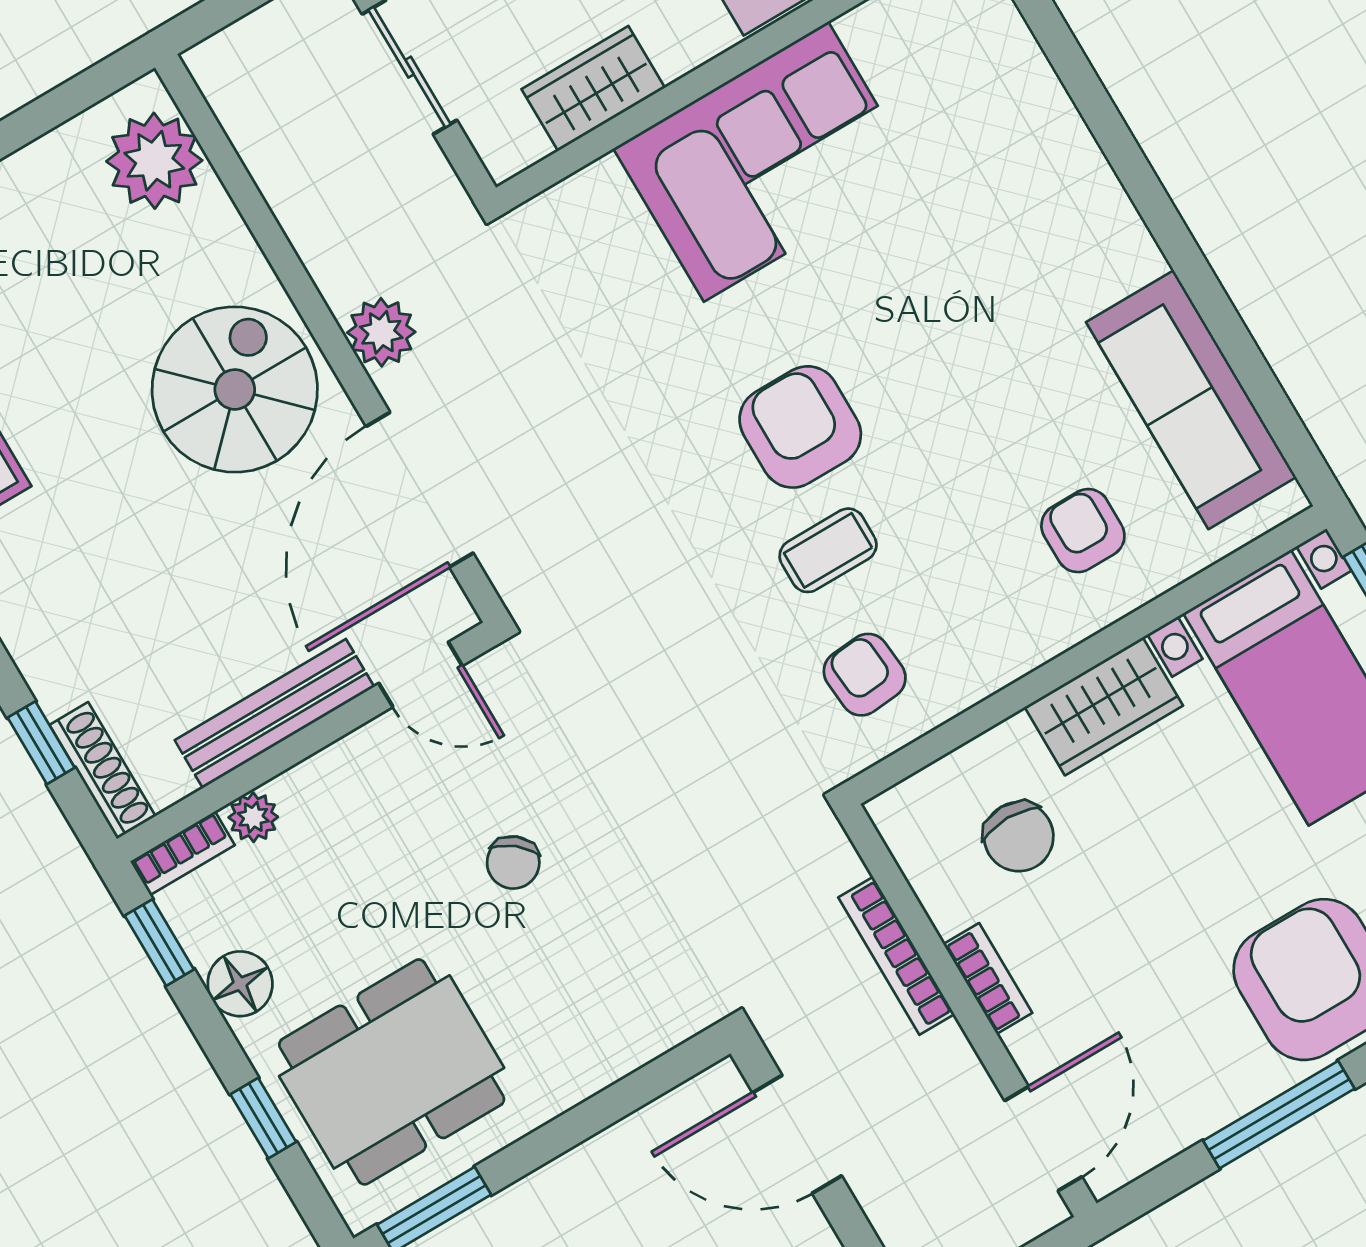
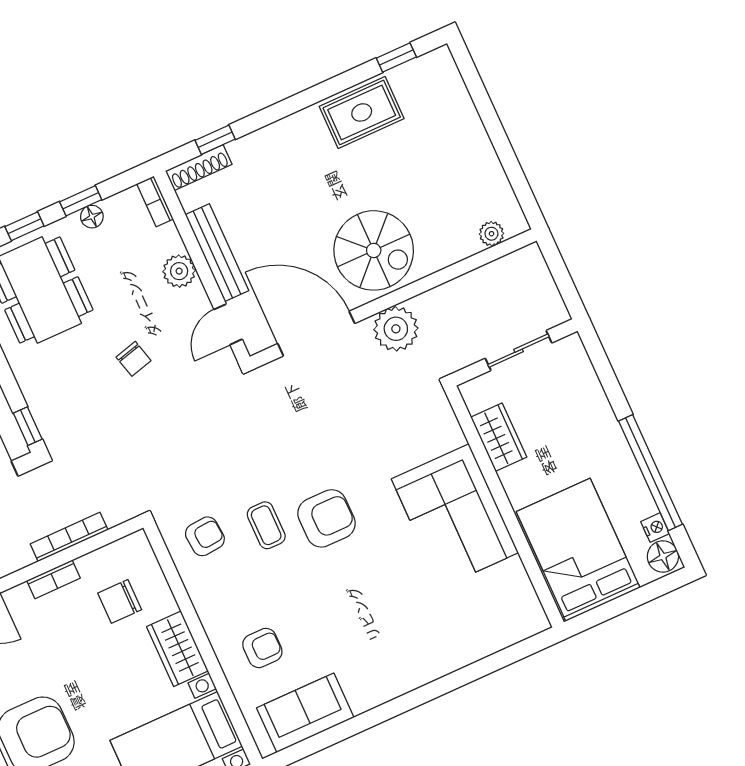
plant: (154, 161) -> (491, 234), width x0.53, depth x0.53
plant: (381, 332) -> (396, 329), width x1.36, depth x1.36
sofa: (1191, 400) -> (305, 713), width x0.73
plant: (253, 817) -> (179, 271), moved, width x1.38, depth x1.38
chair: (513, 862) -> (134, 359), turned -144
window: (159, 943) -> (81, 201), moved
floor lamp: (240, 984) -> (92, 217), width x0.73, depth x0.73
window: (676, 1066) -> (28, 426), added

